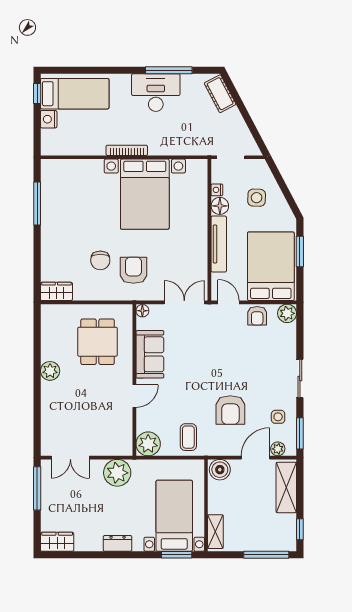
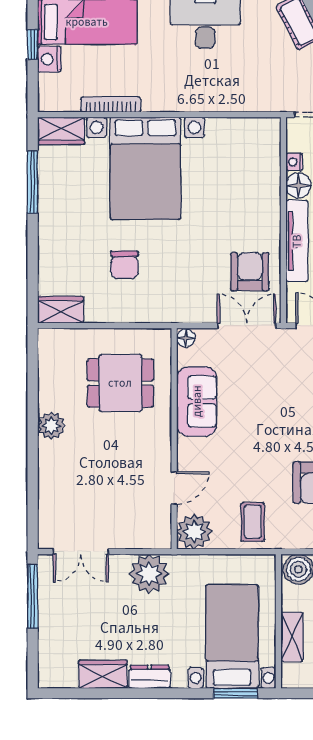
window: (37, 93) -> (33, 44), moved
bookcase: (127, 150) -> (111, 104), moved
wardrobe: (57, 168) -> (61, 131), added
bed with nightstands: (145, 194) -> (145, 168), moved
armchair: (133, 270) -> (250, 272), moved
dining table: (98, 342) -> (120, 383), turned 90
door: (134, 396) -> (174, 488), moved
shelving: (215, 532) -> (292, 637), moved
wardrobe: (57, 542) -> (103, 674), moved

